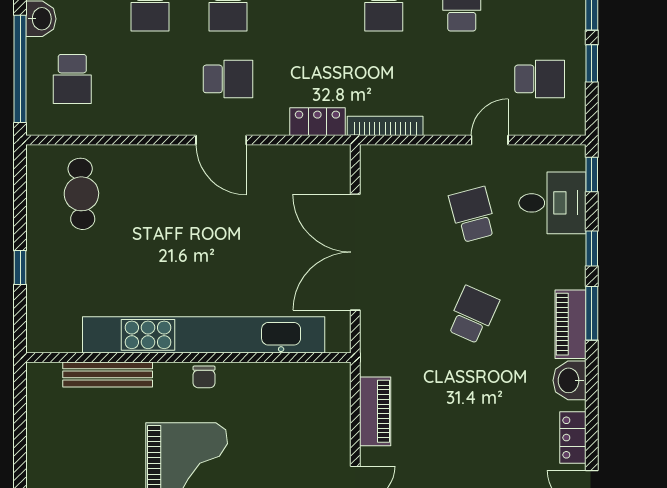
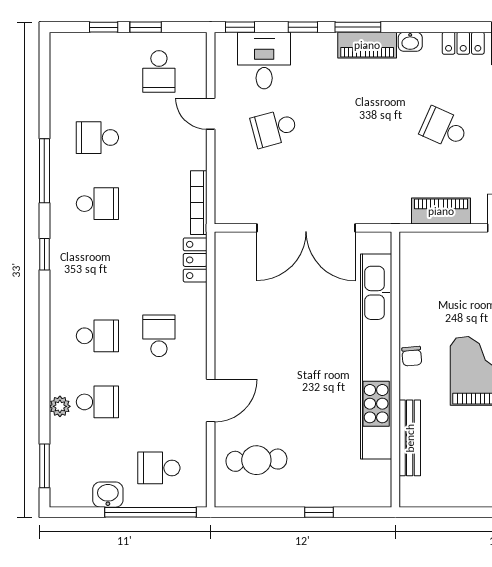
school desk: (72, 79) -> (159, 468), turned 180
school desk: (540, 79) -> (159, 71), turned 180
door: (221, 140) -> (211, 401), moved
school desk: (473, 315) -> (444, 128), moved
chair: (204, 377) -> (412, 356), turned 85
washbasin: (570, 380) -> (410, 42), width x0.72, depth x0.69

